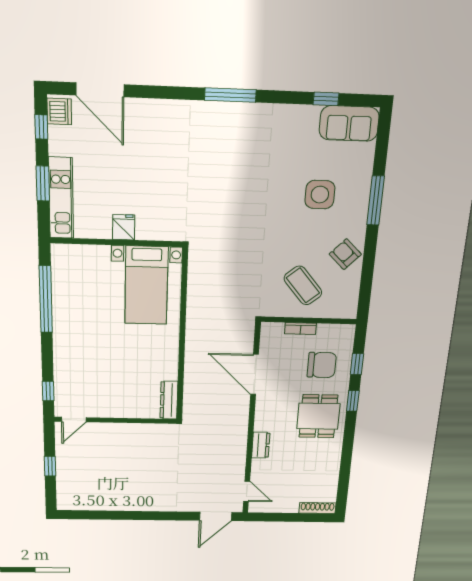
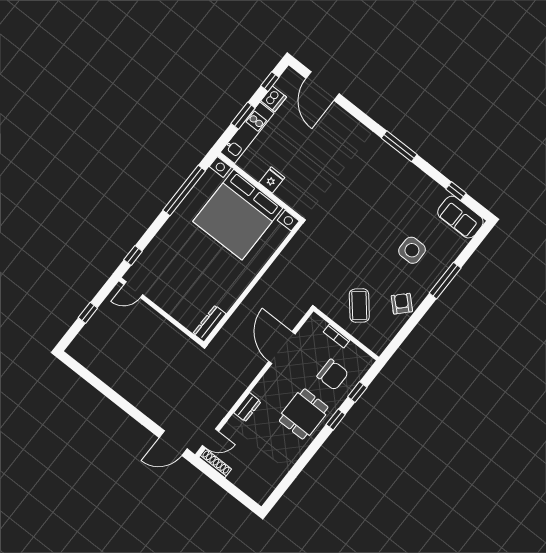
dishwasher: (59, 111) -> (274, 99), moved
bed with nightstands: (146, 286) -> (238, 215), width x1.85
door: (247, 491) -> (211, 438), hinge flipped
shoe rack: (317, 508) -> (215, 463), moved

